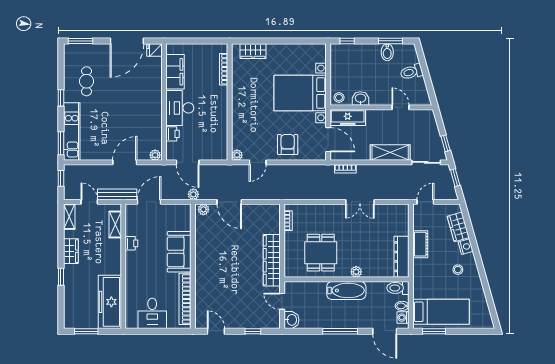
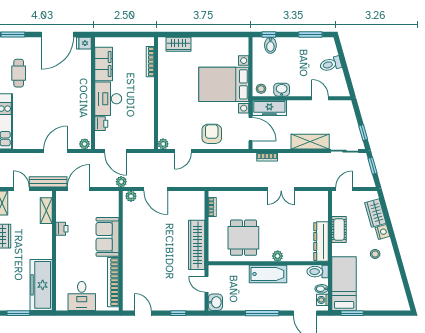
bidet: (387, 52) -> (270, 45), moved
bed: (441, 312) -> (344, 284), moved, turned -90

